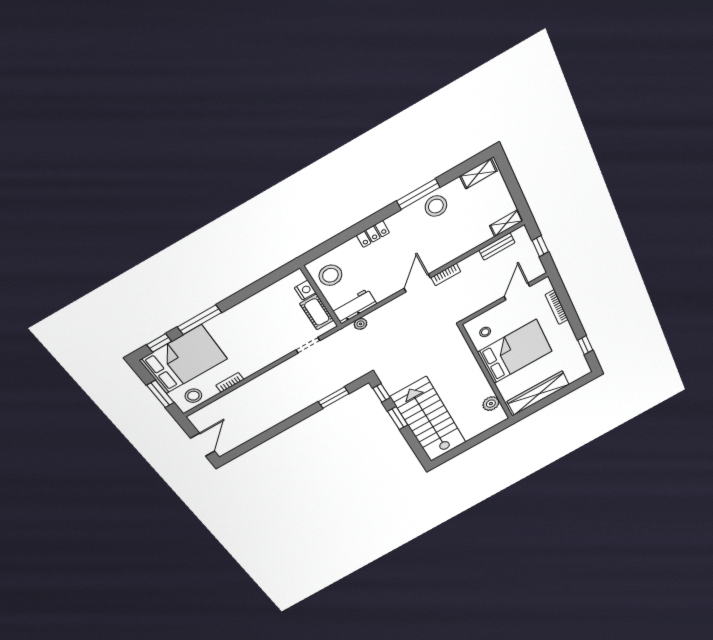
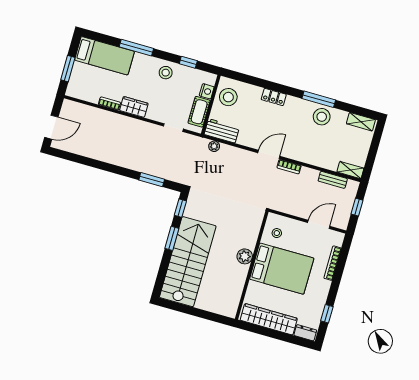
window: (159, 343) -> (188, 62), moved
bed: (184, 359) -> (104, 56), width x0.67
wardrobe: (254, 364) -> (134, 107), added
dresser: (578, 374) -> (305, 333), added
stool: (193, 396) -> (166, 73), moved
plant: (491, 404) -> (245, 256), moved

